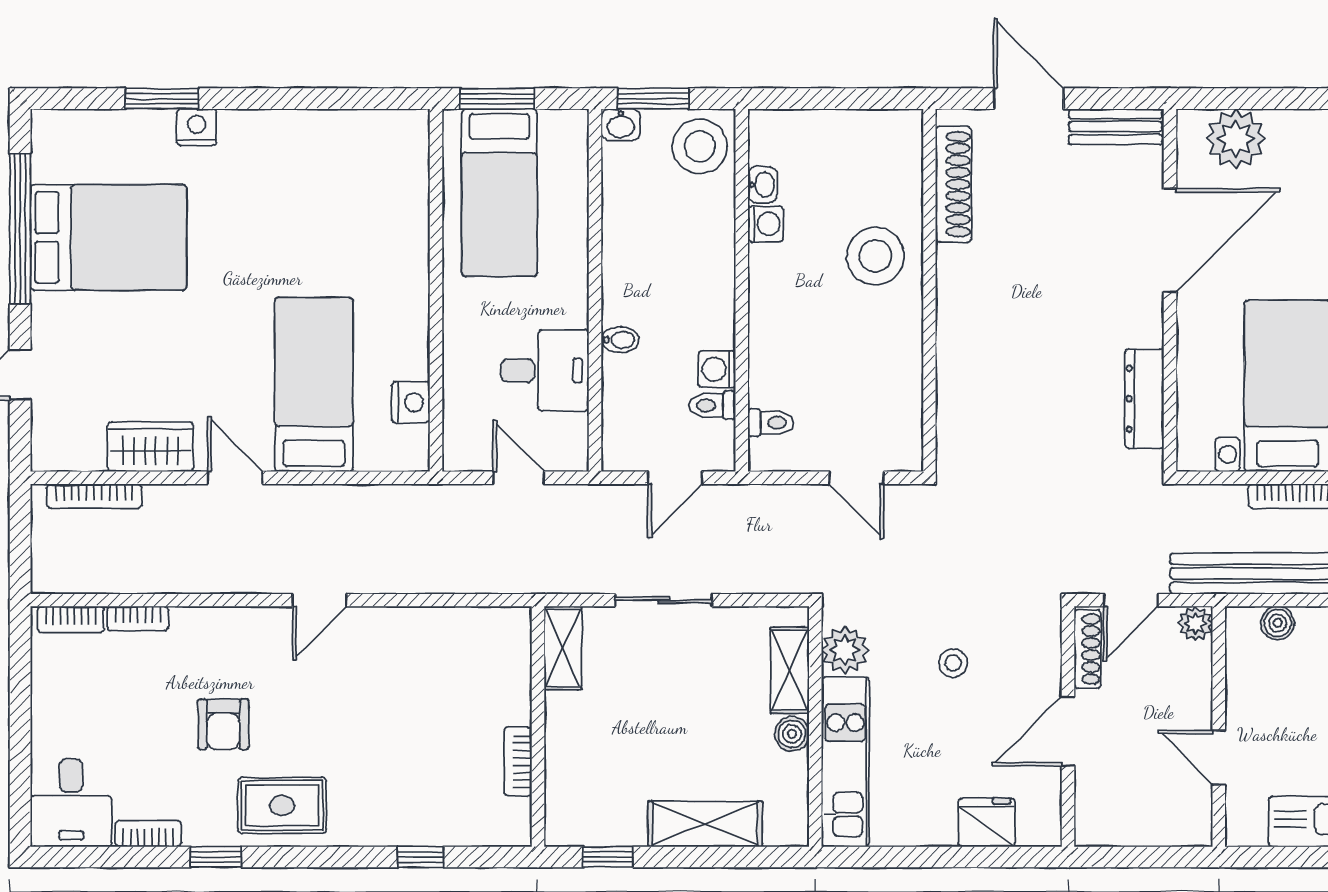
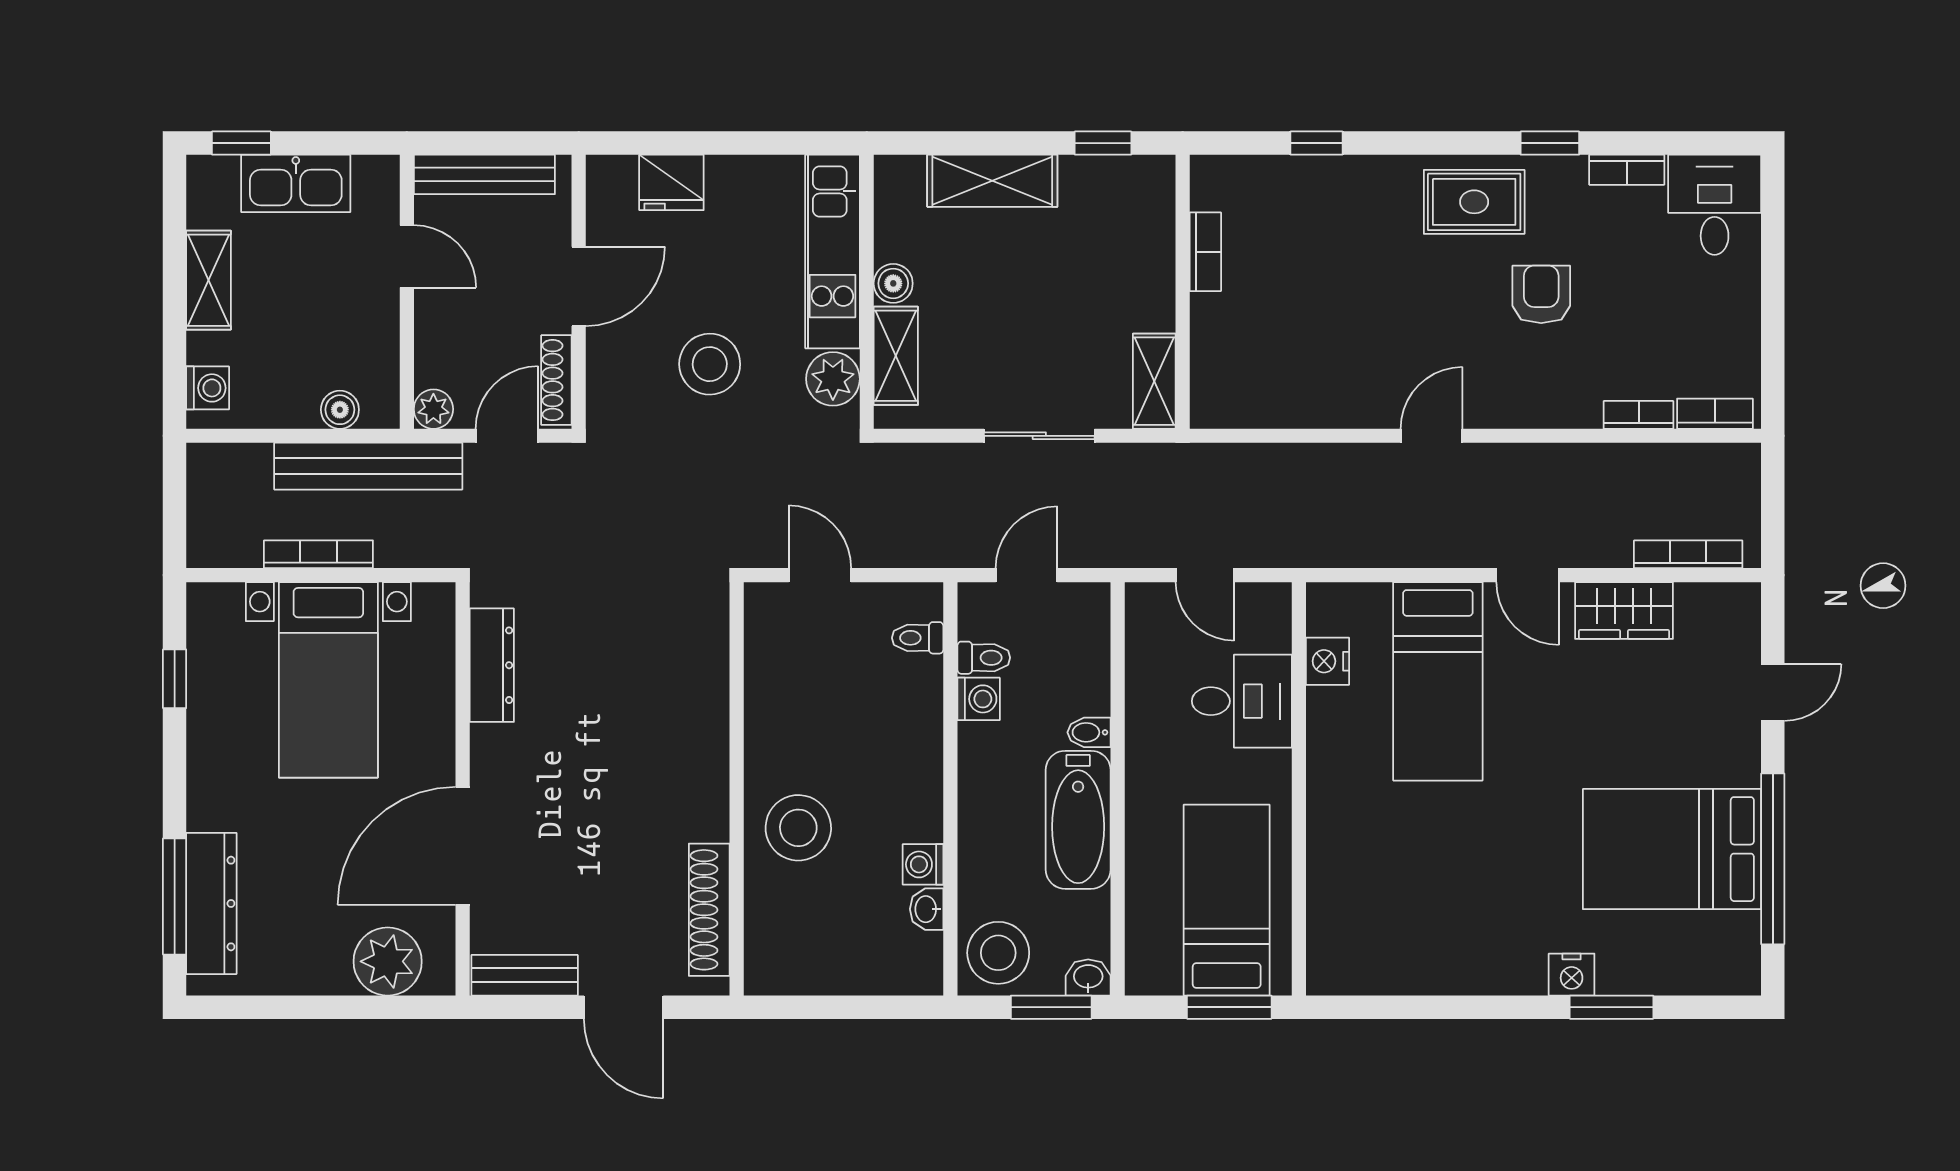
bathtub: (630, 263) -> (1078, 820), added
desk: (545, 370) -> (1242, 701), moved, turned 180
stool: (953, 663) -> (710, 364), width x1.89, depth x1.89
bench: (1151, 829) -> (484, 174), added

